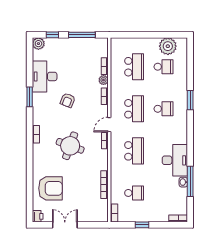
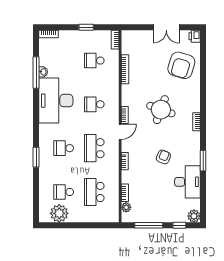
plant: (103, 80) -> (126, 207), moved
school desk: (134, 151) -> (94, 104), width x0.54
desk: (175, 160) -> (56, 101), width x1.36, depth x1.30
armchair: (50, 188) -> (181, 65), turned -73

